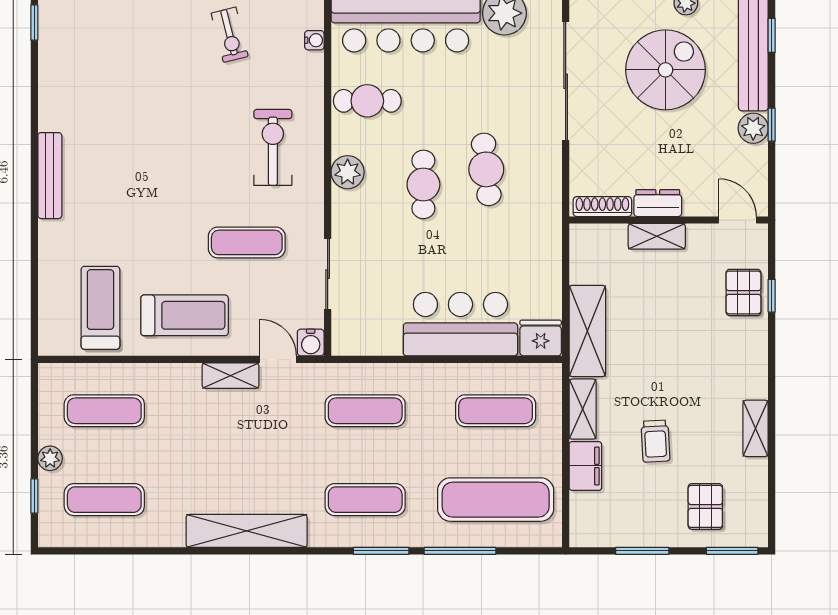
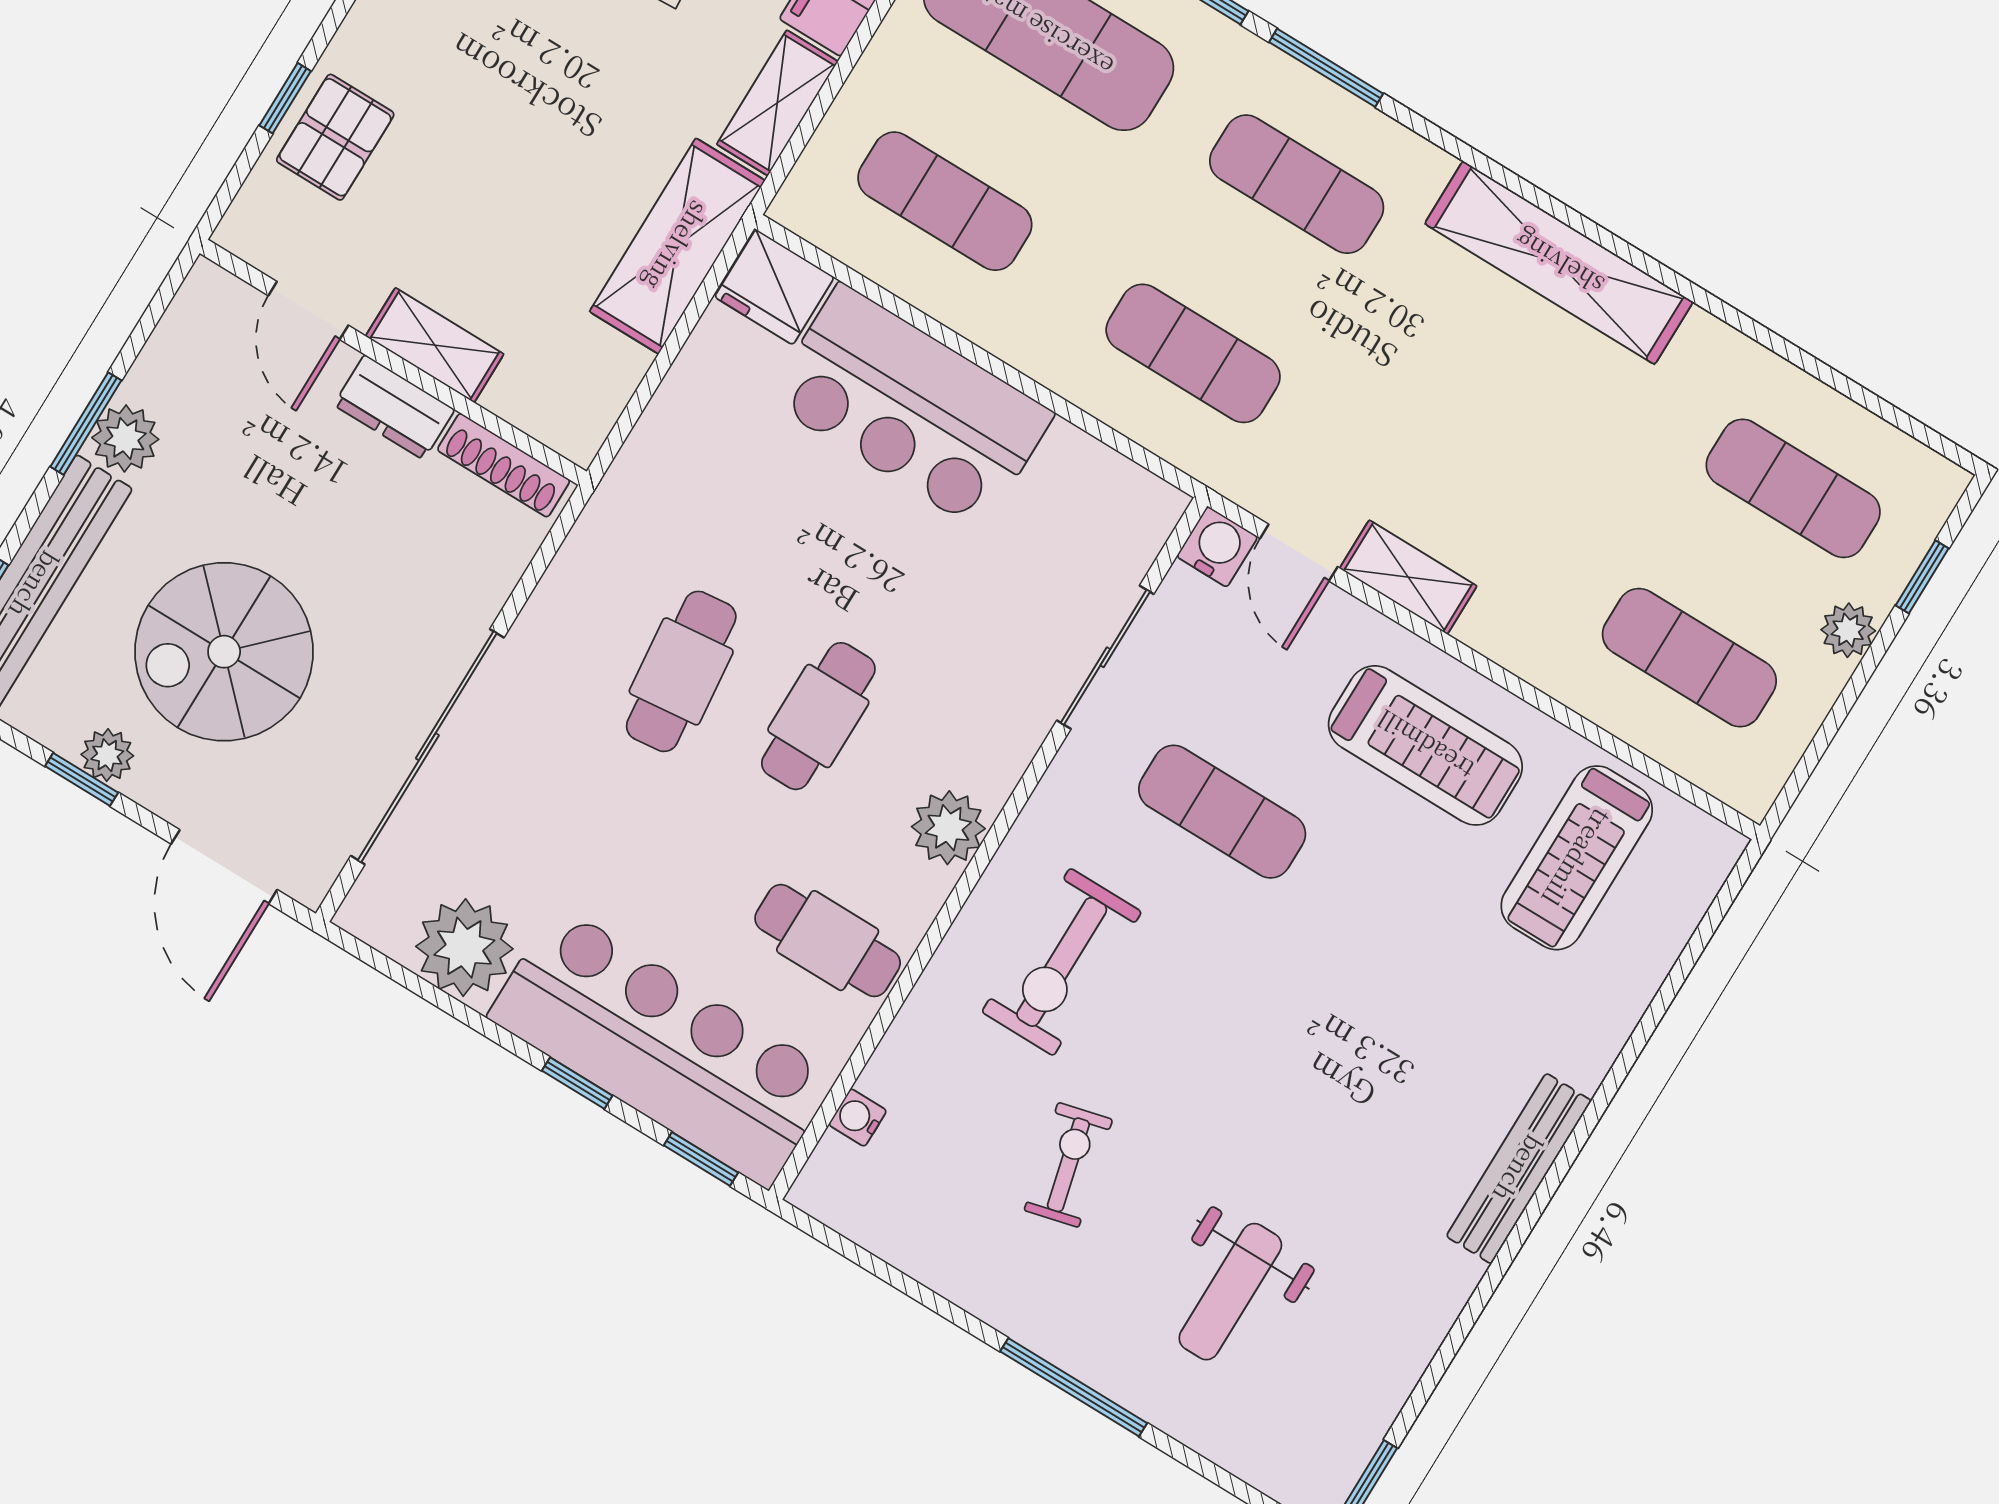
exercise bike: (230, 35) -> (1068, 1165), moved
weight bench: (131, 61) -> (1230, 1292), added
window: (772, 125) -> (86, 424), width x1.50
door: (737, 220) -> (308, 310), moved
treadmill: (185, 315) -> (1425, 745), turned 180

